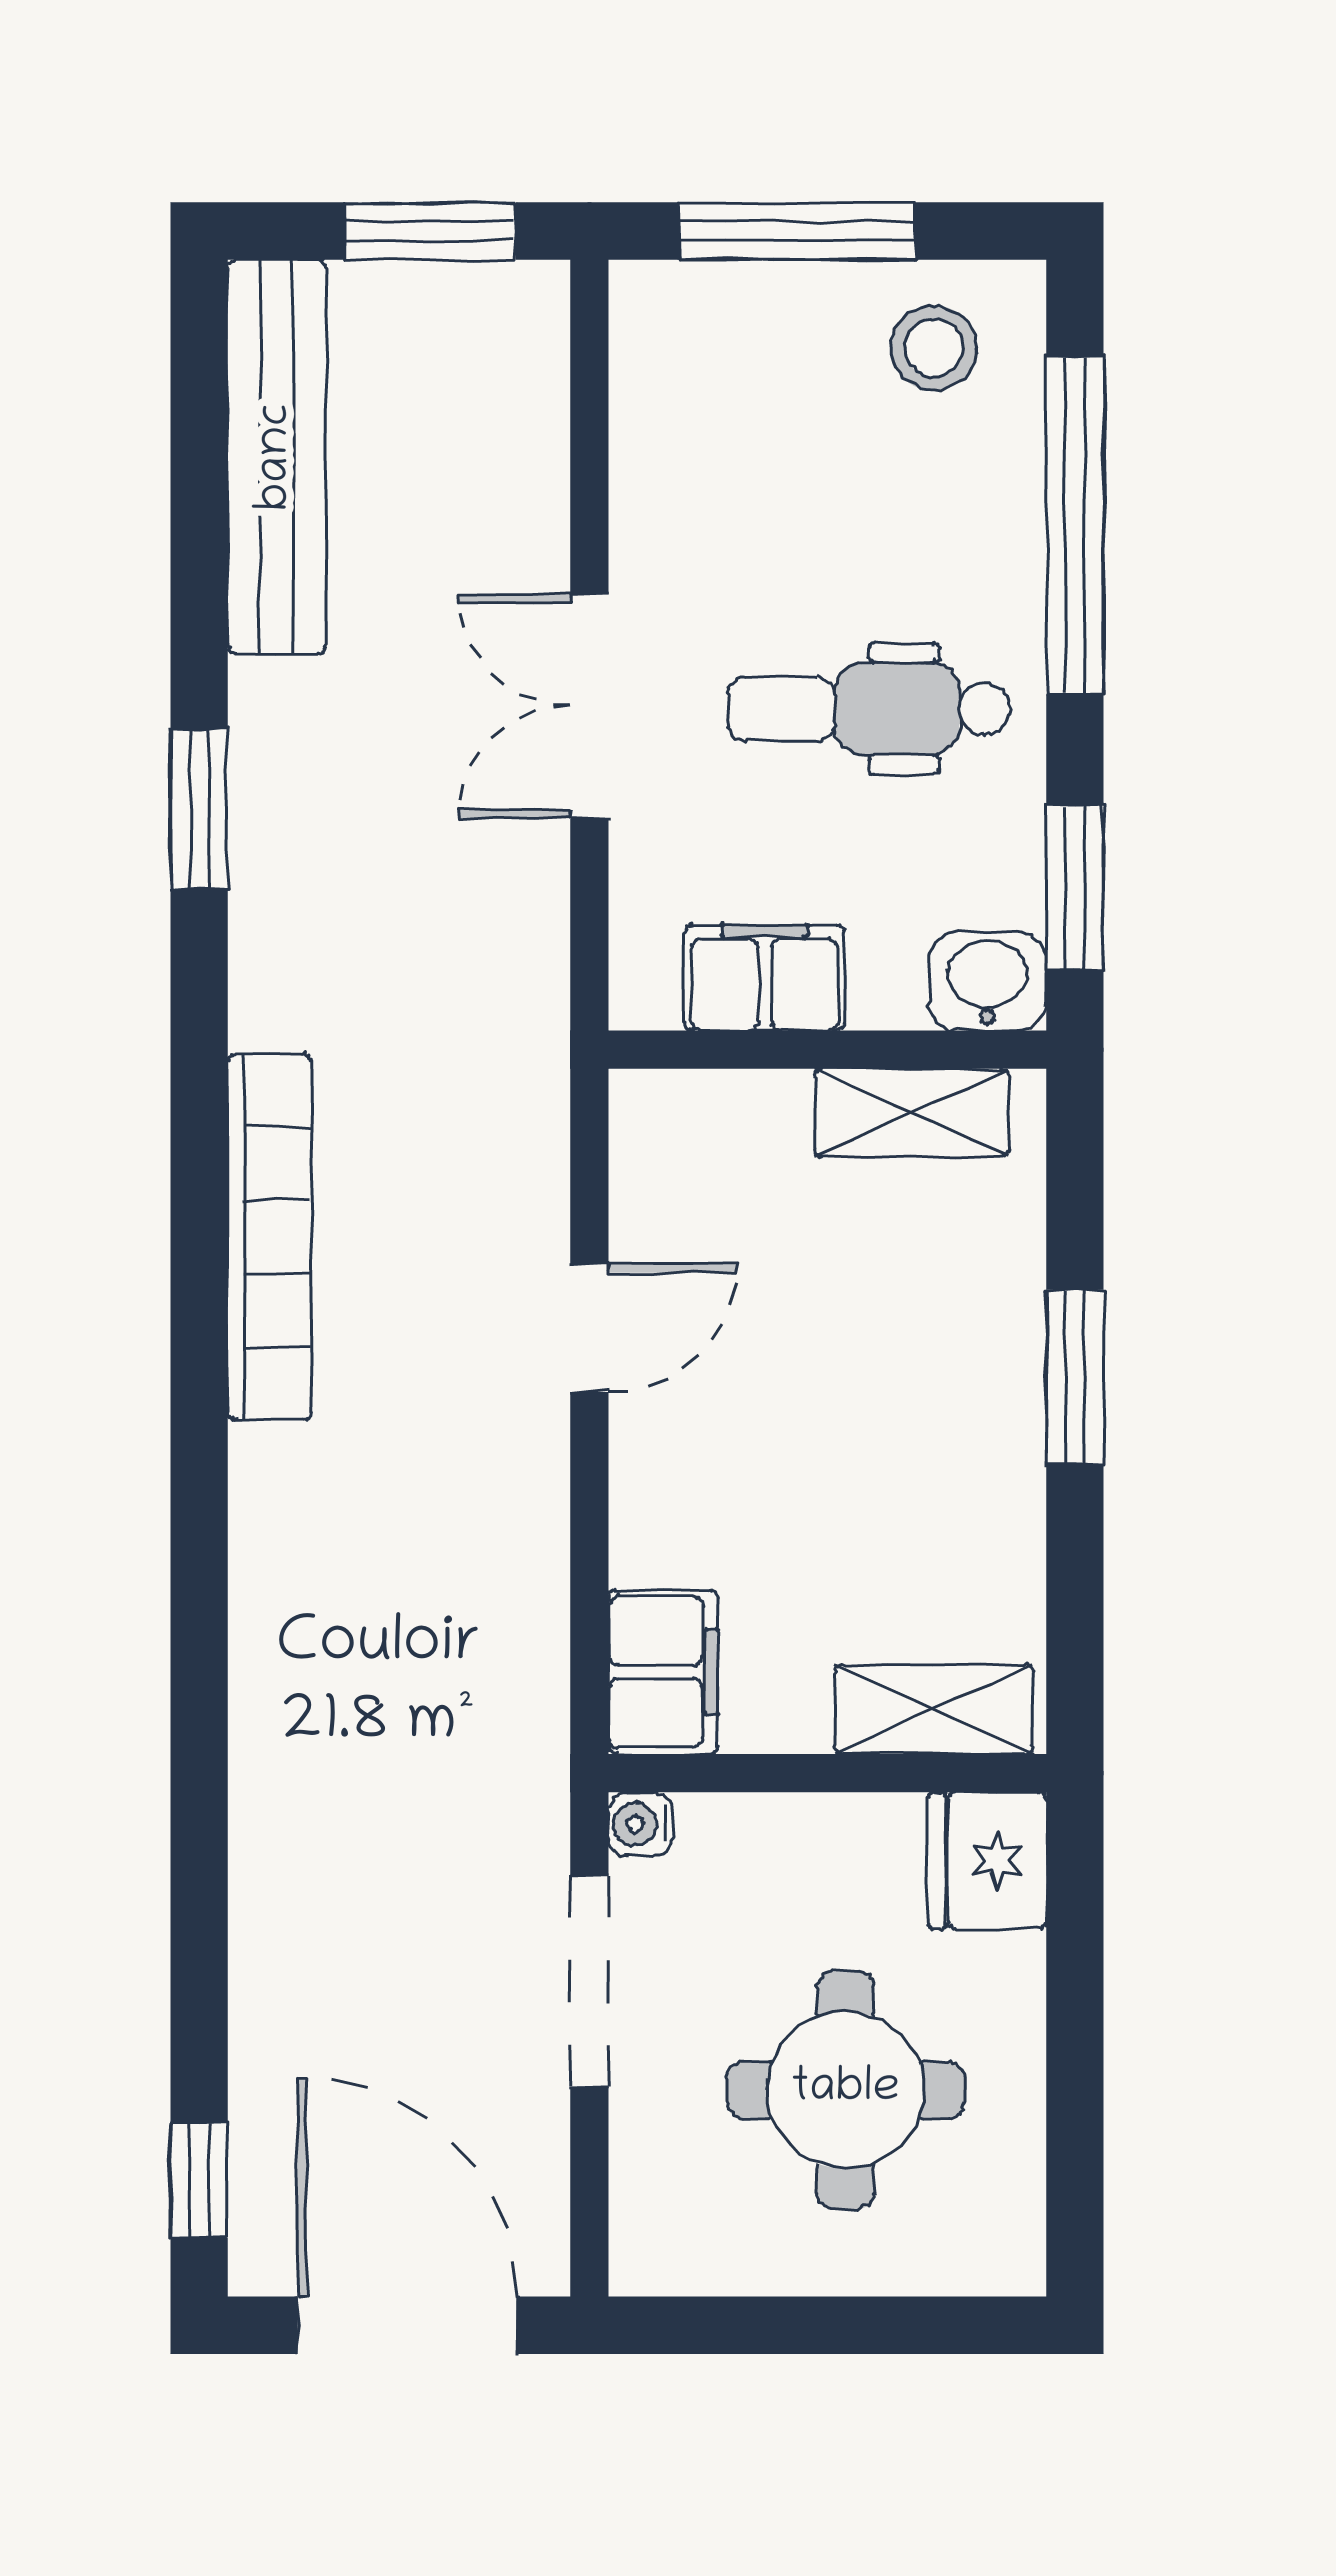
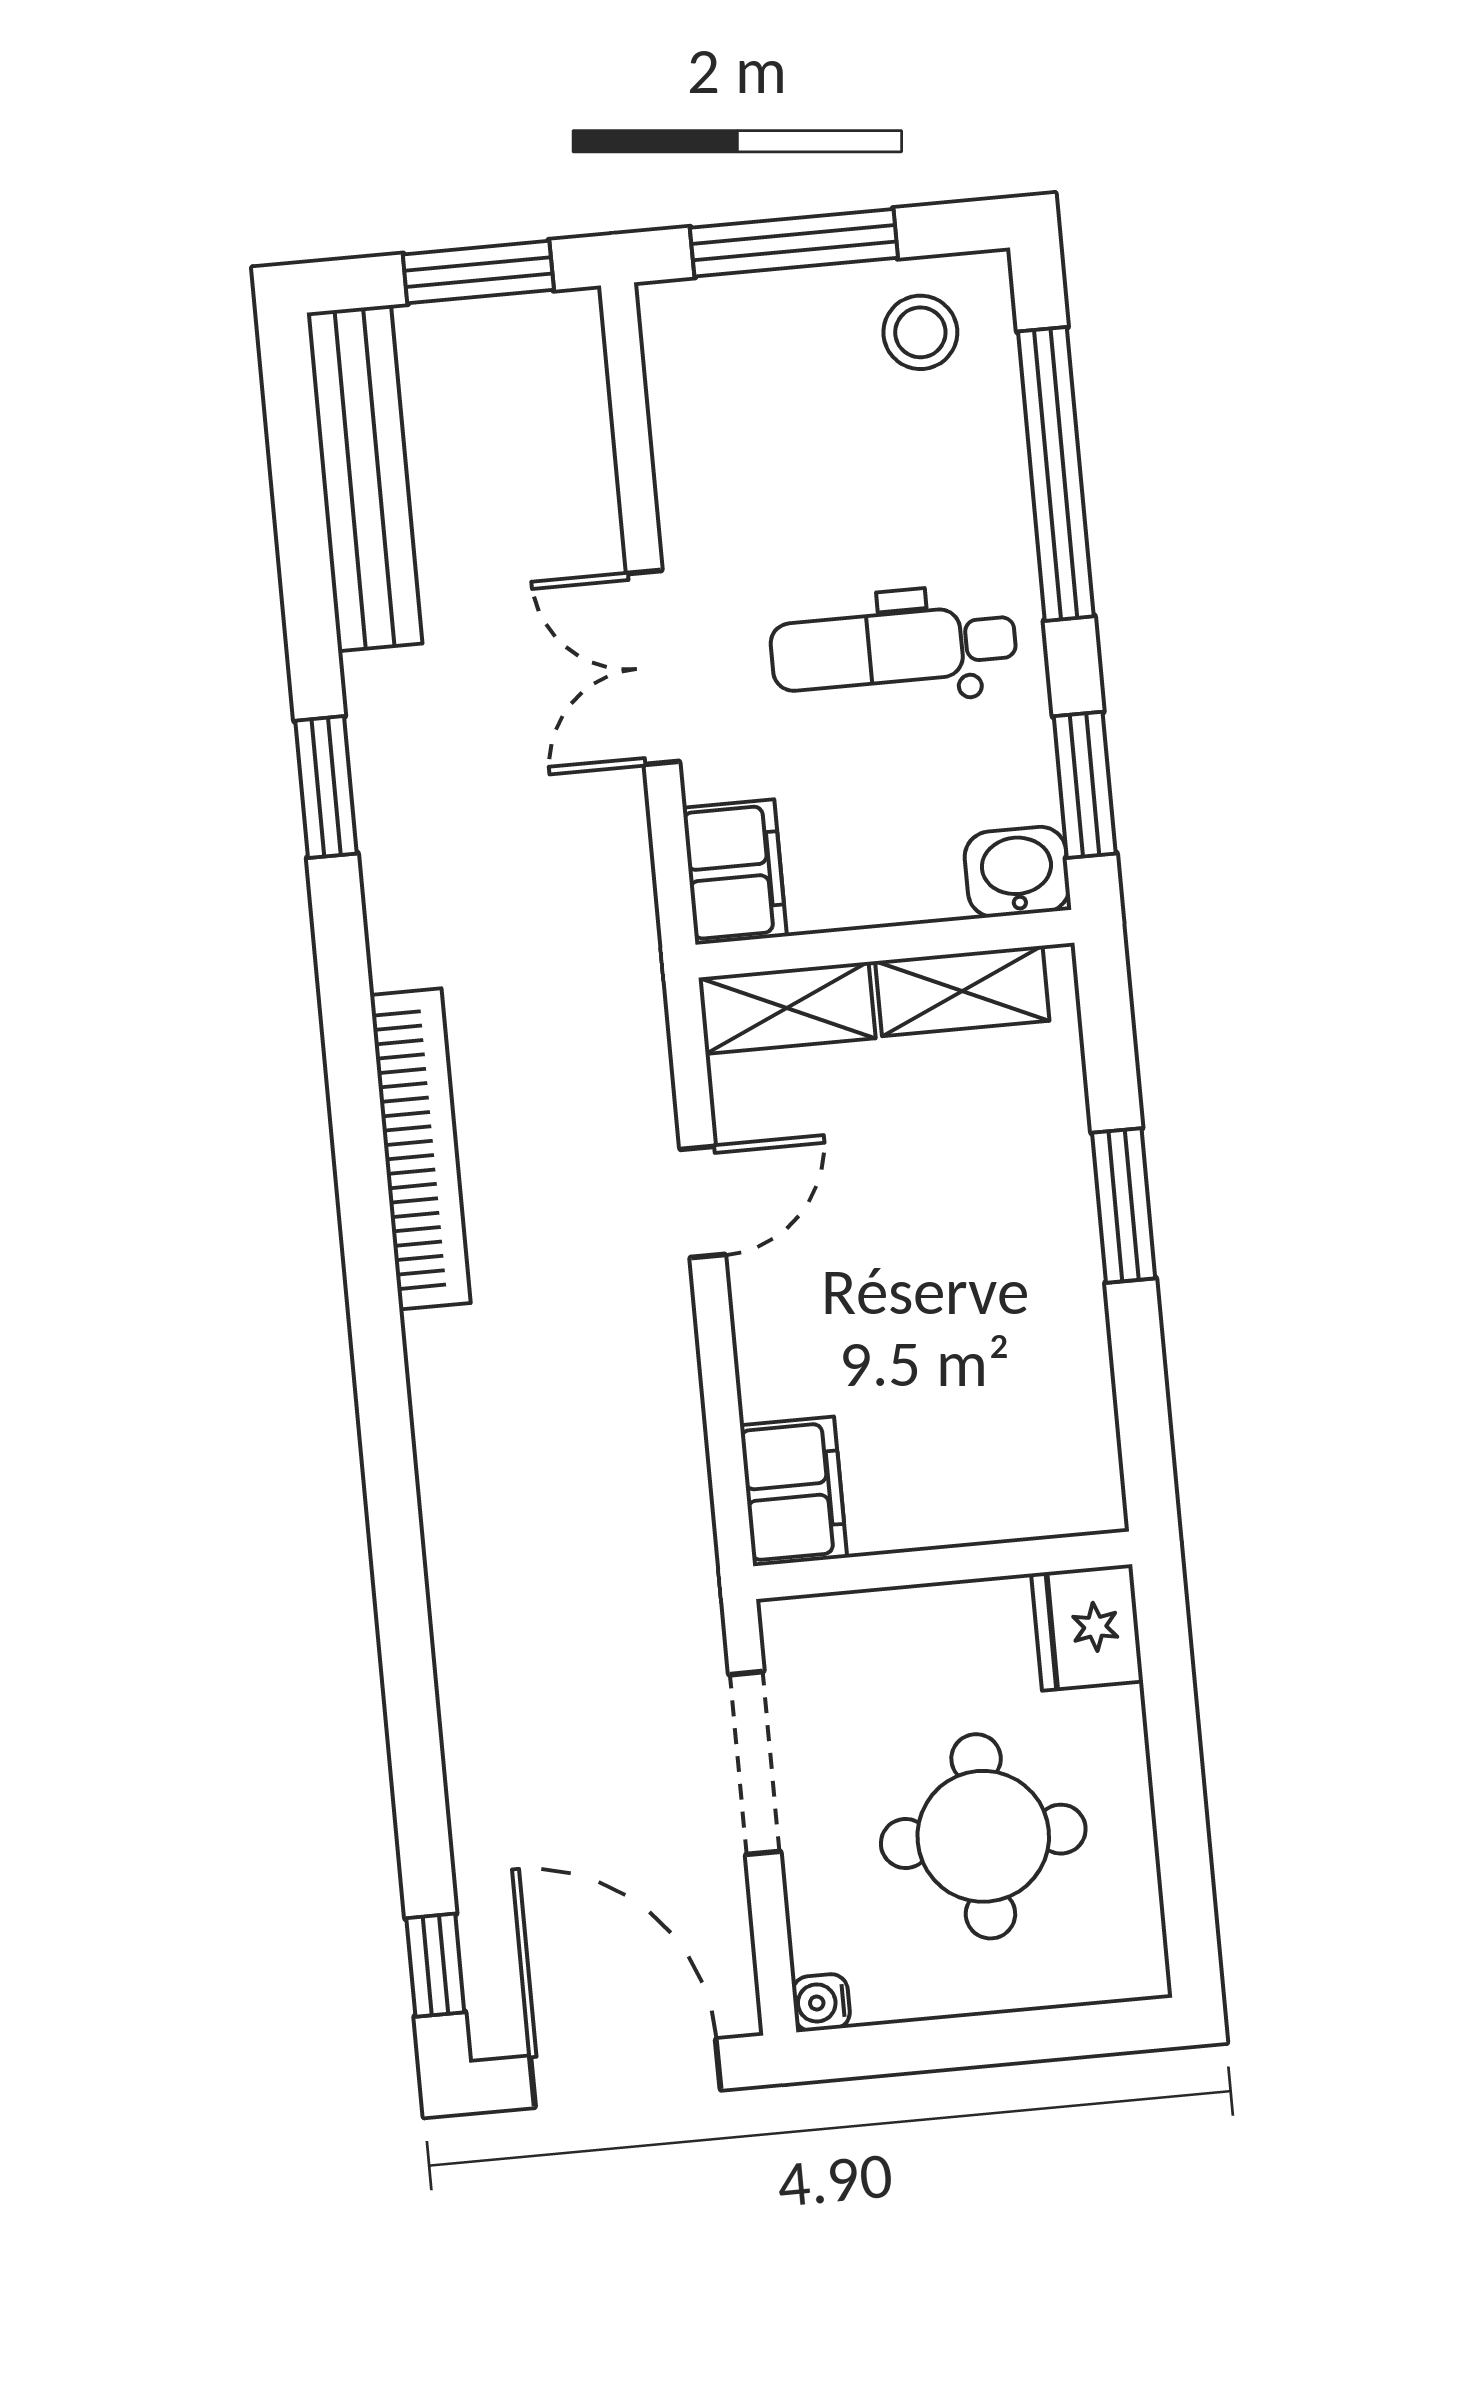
filing cabinet: (765, 977) -> (735, 872), moved, turned 90
shelving: (934, 1710) -> (787, 1008), moved
water cooler: (640, 1824) -> (821, 2003), moved

